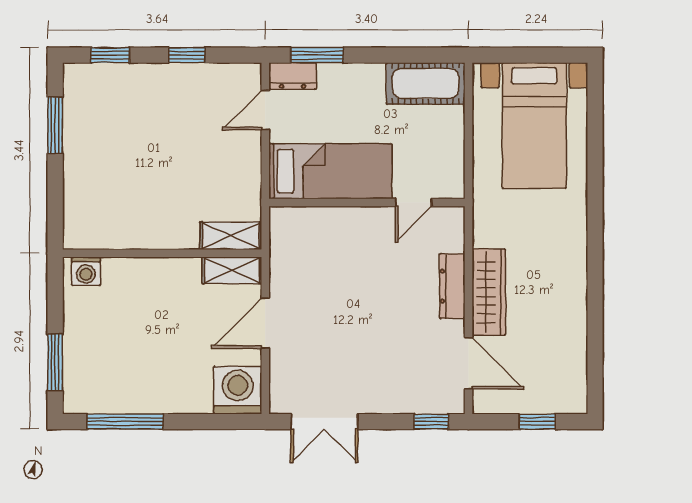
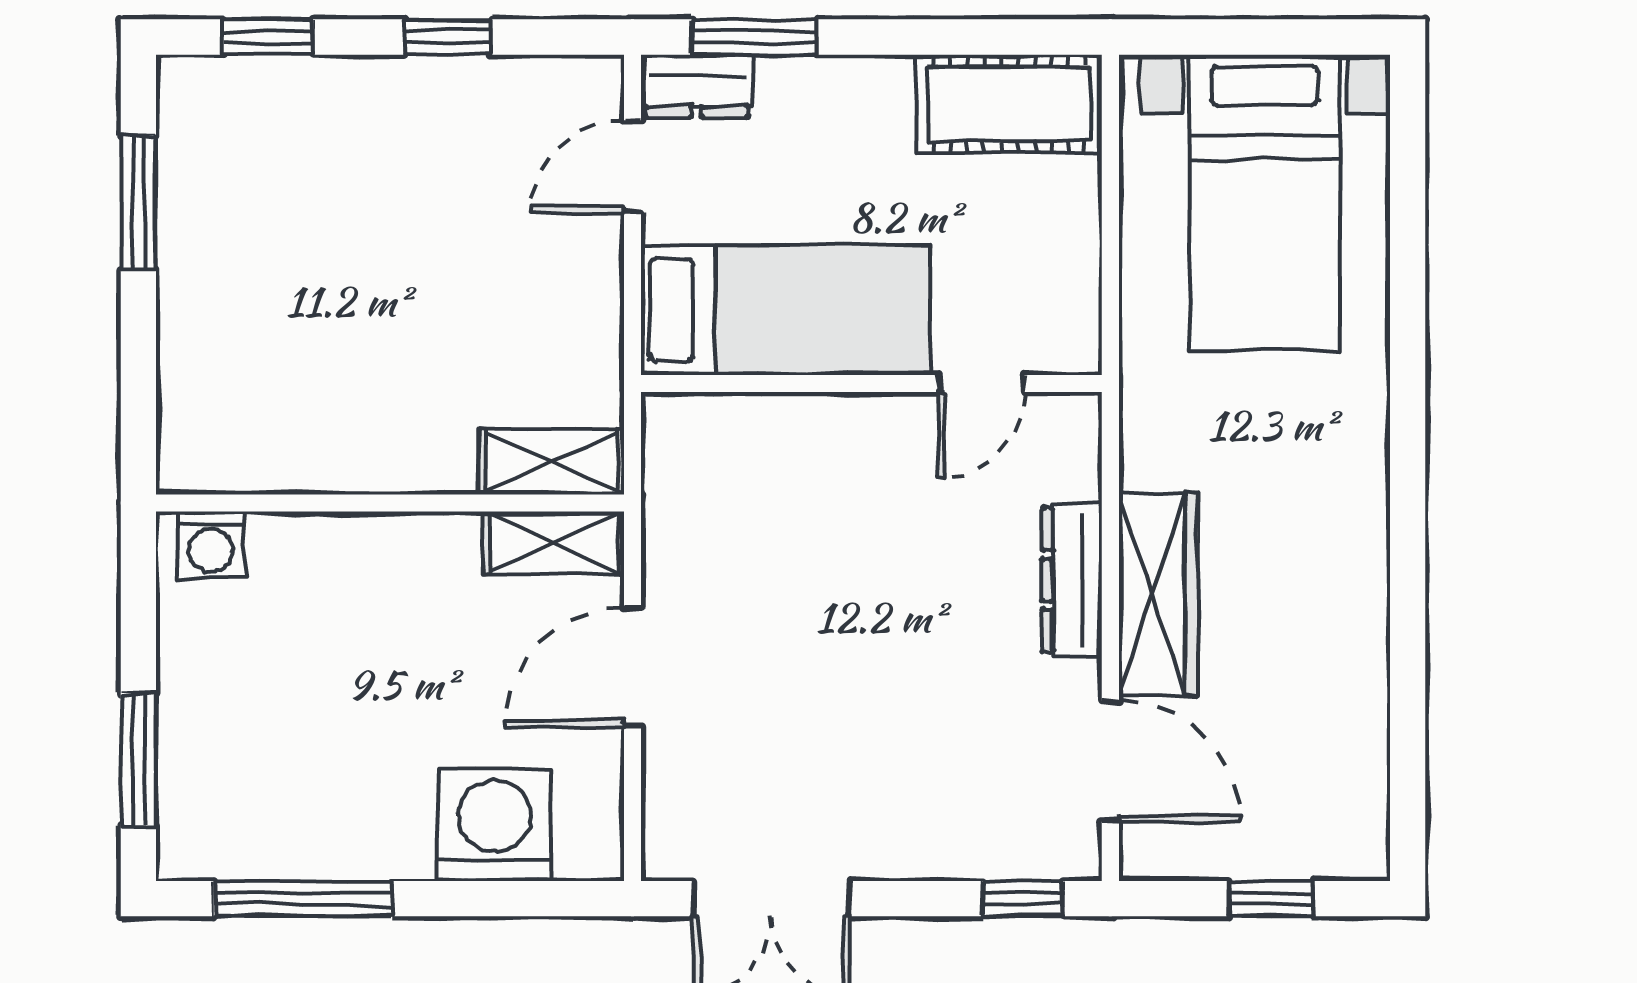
washing machine: (238, 390) -> (494, 825), moved

